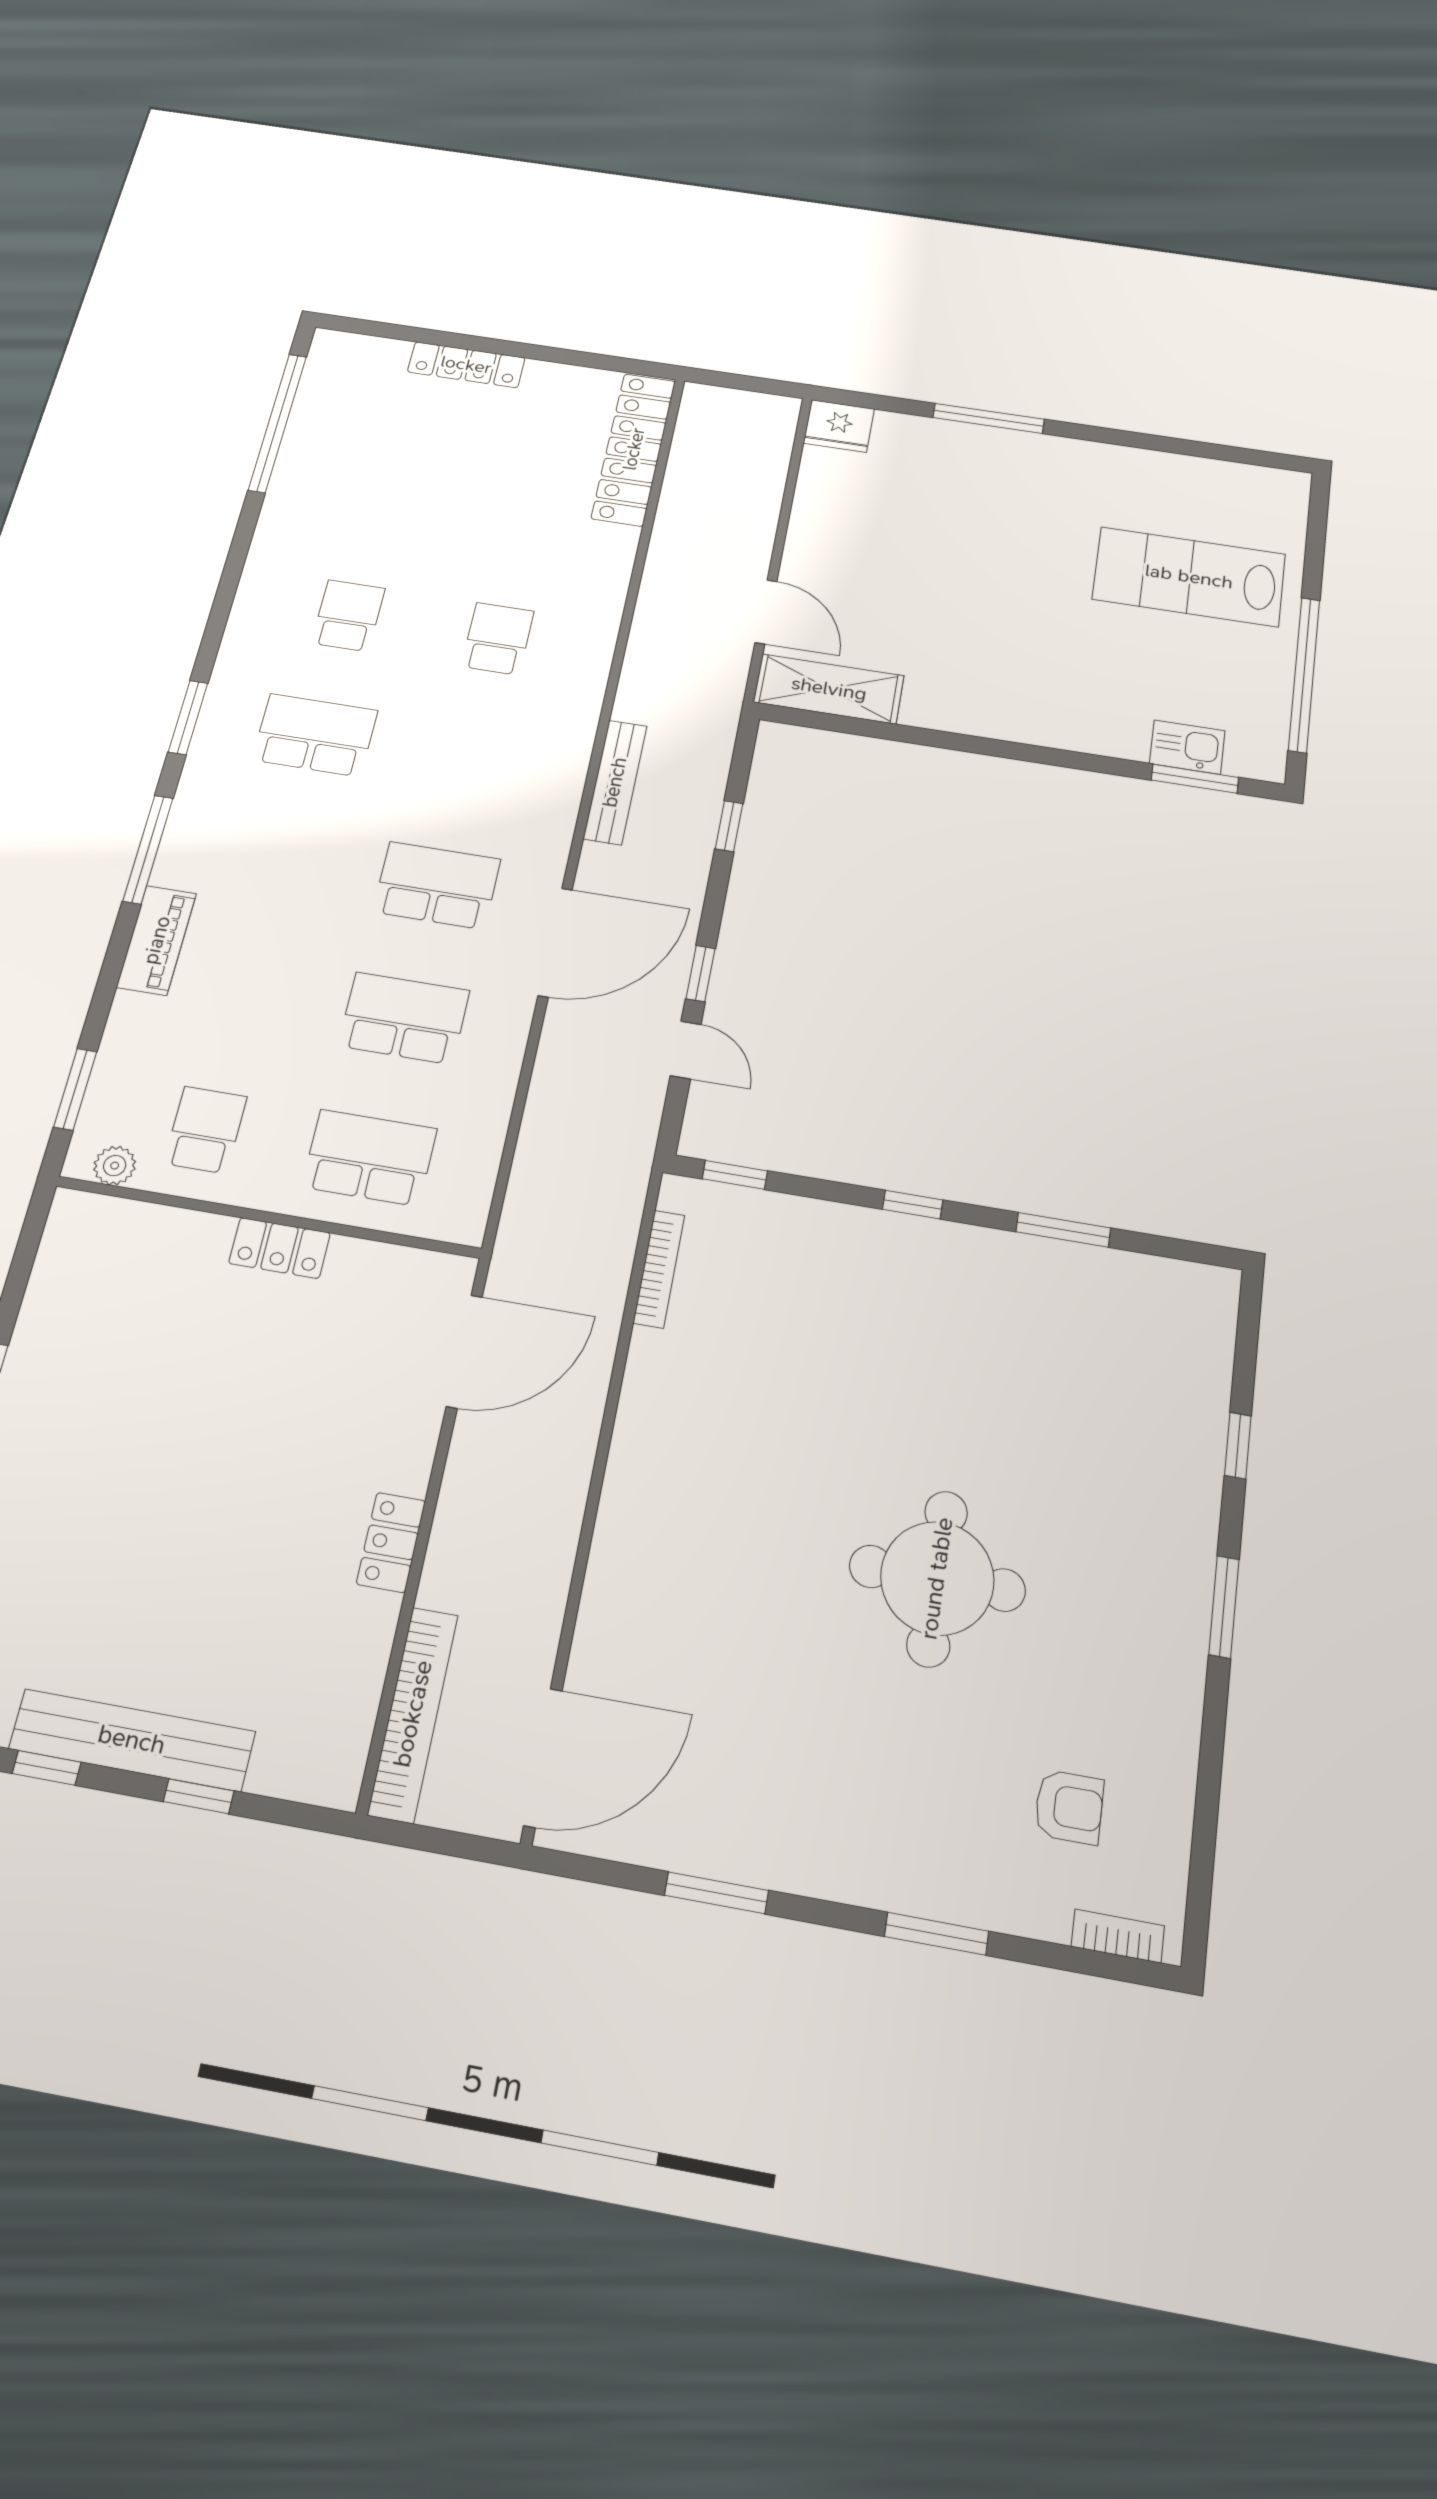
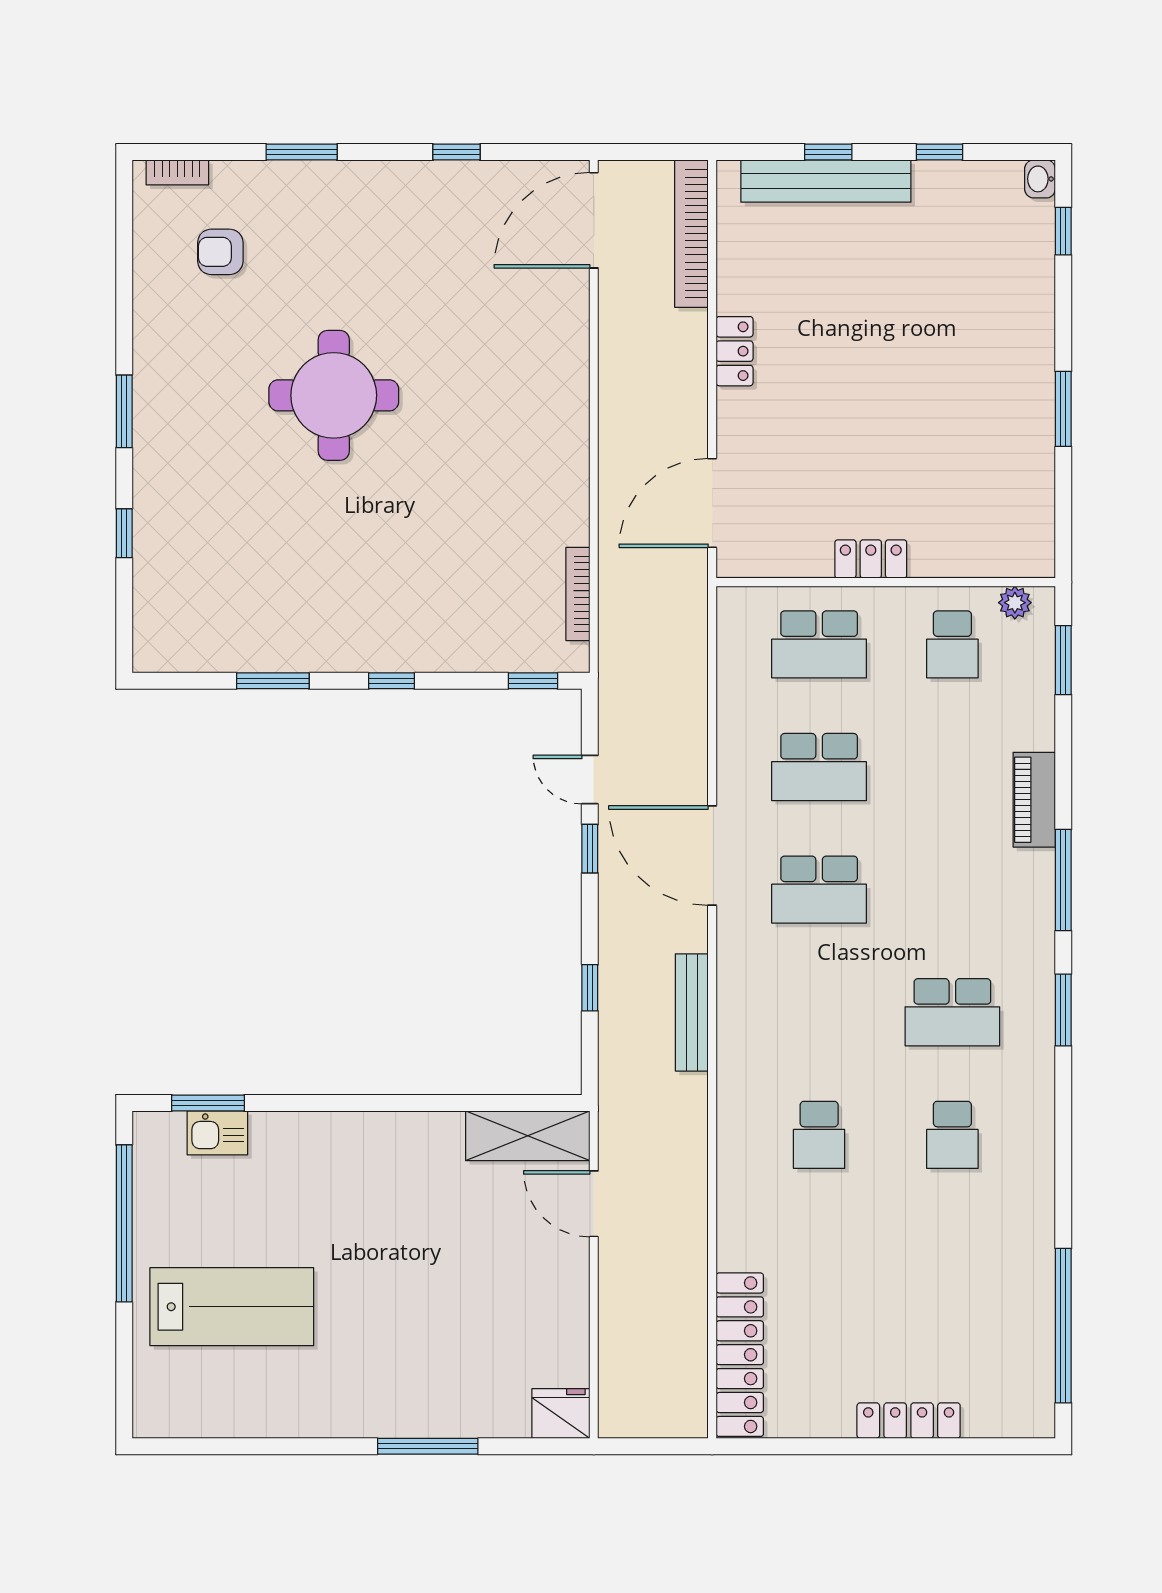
door: (555, 942) -> (712, 856), hinge flipped
bench: (132, 1740) -> (826, 181), moved
window: (717, 1893) -> (456, 152), width x0.67

